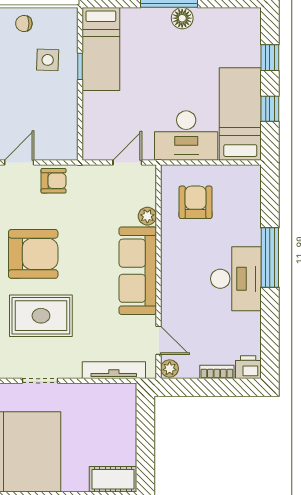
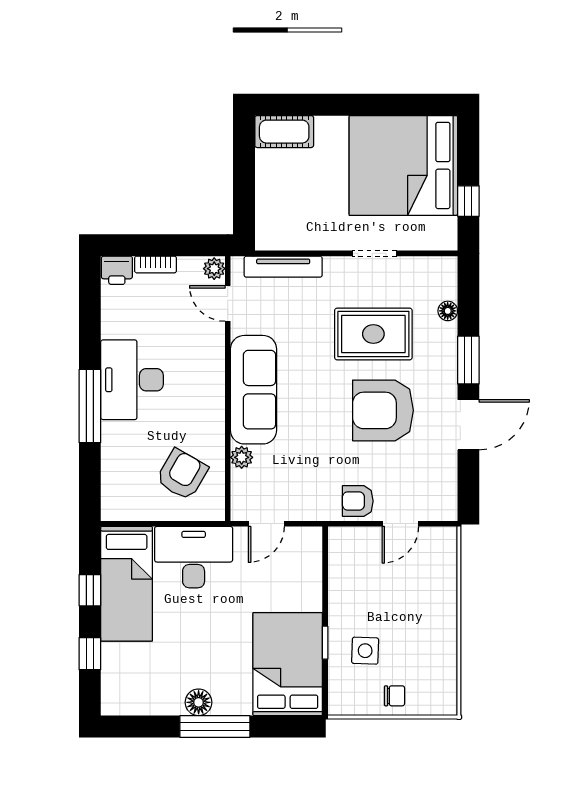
bed: (101, 49) -> (288, 664), width x1.50
armchair: (196, 202) -> (182, 474), turned -150

